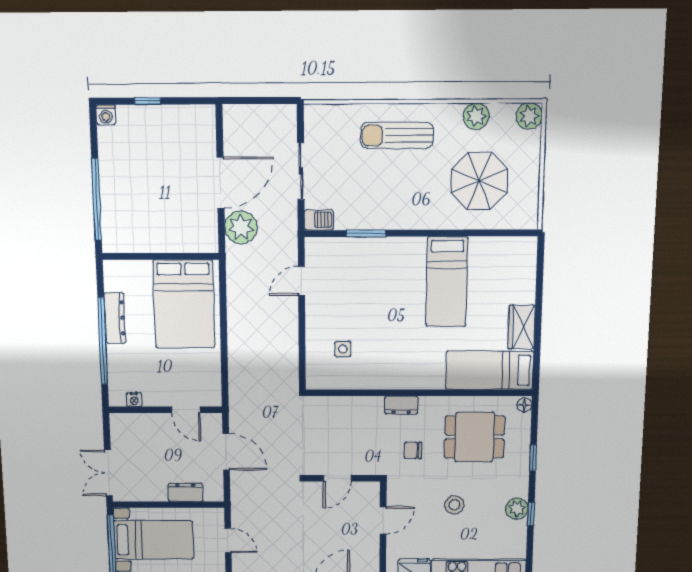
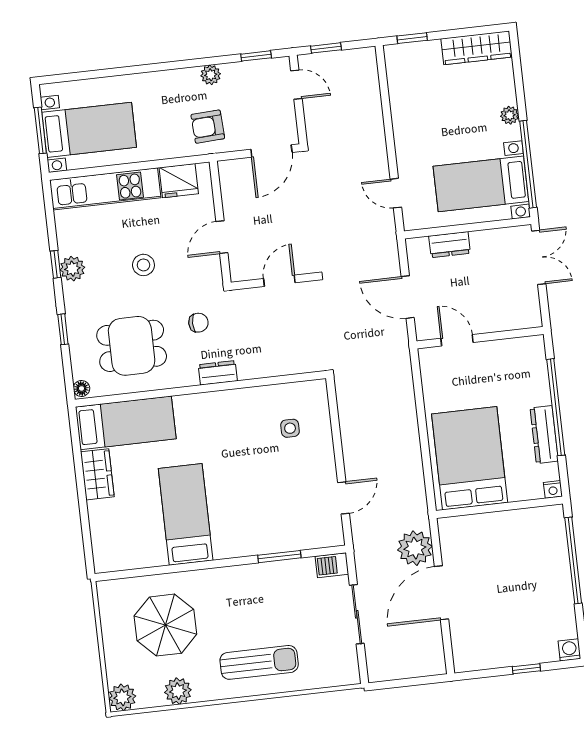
nightstand: (134, 400) -> (553, 489), moved, turned 180

